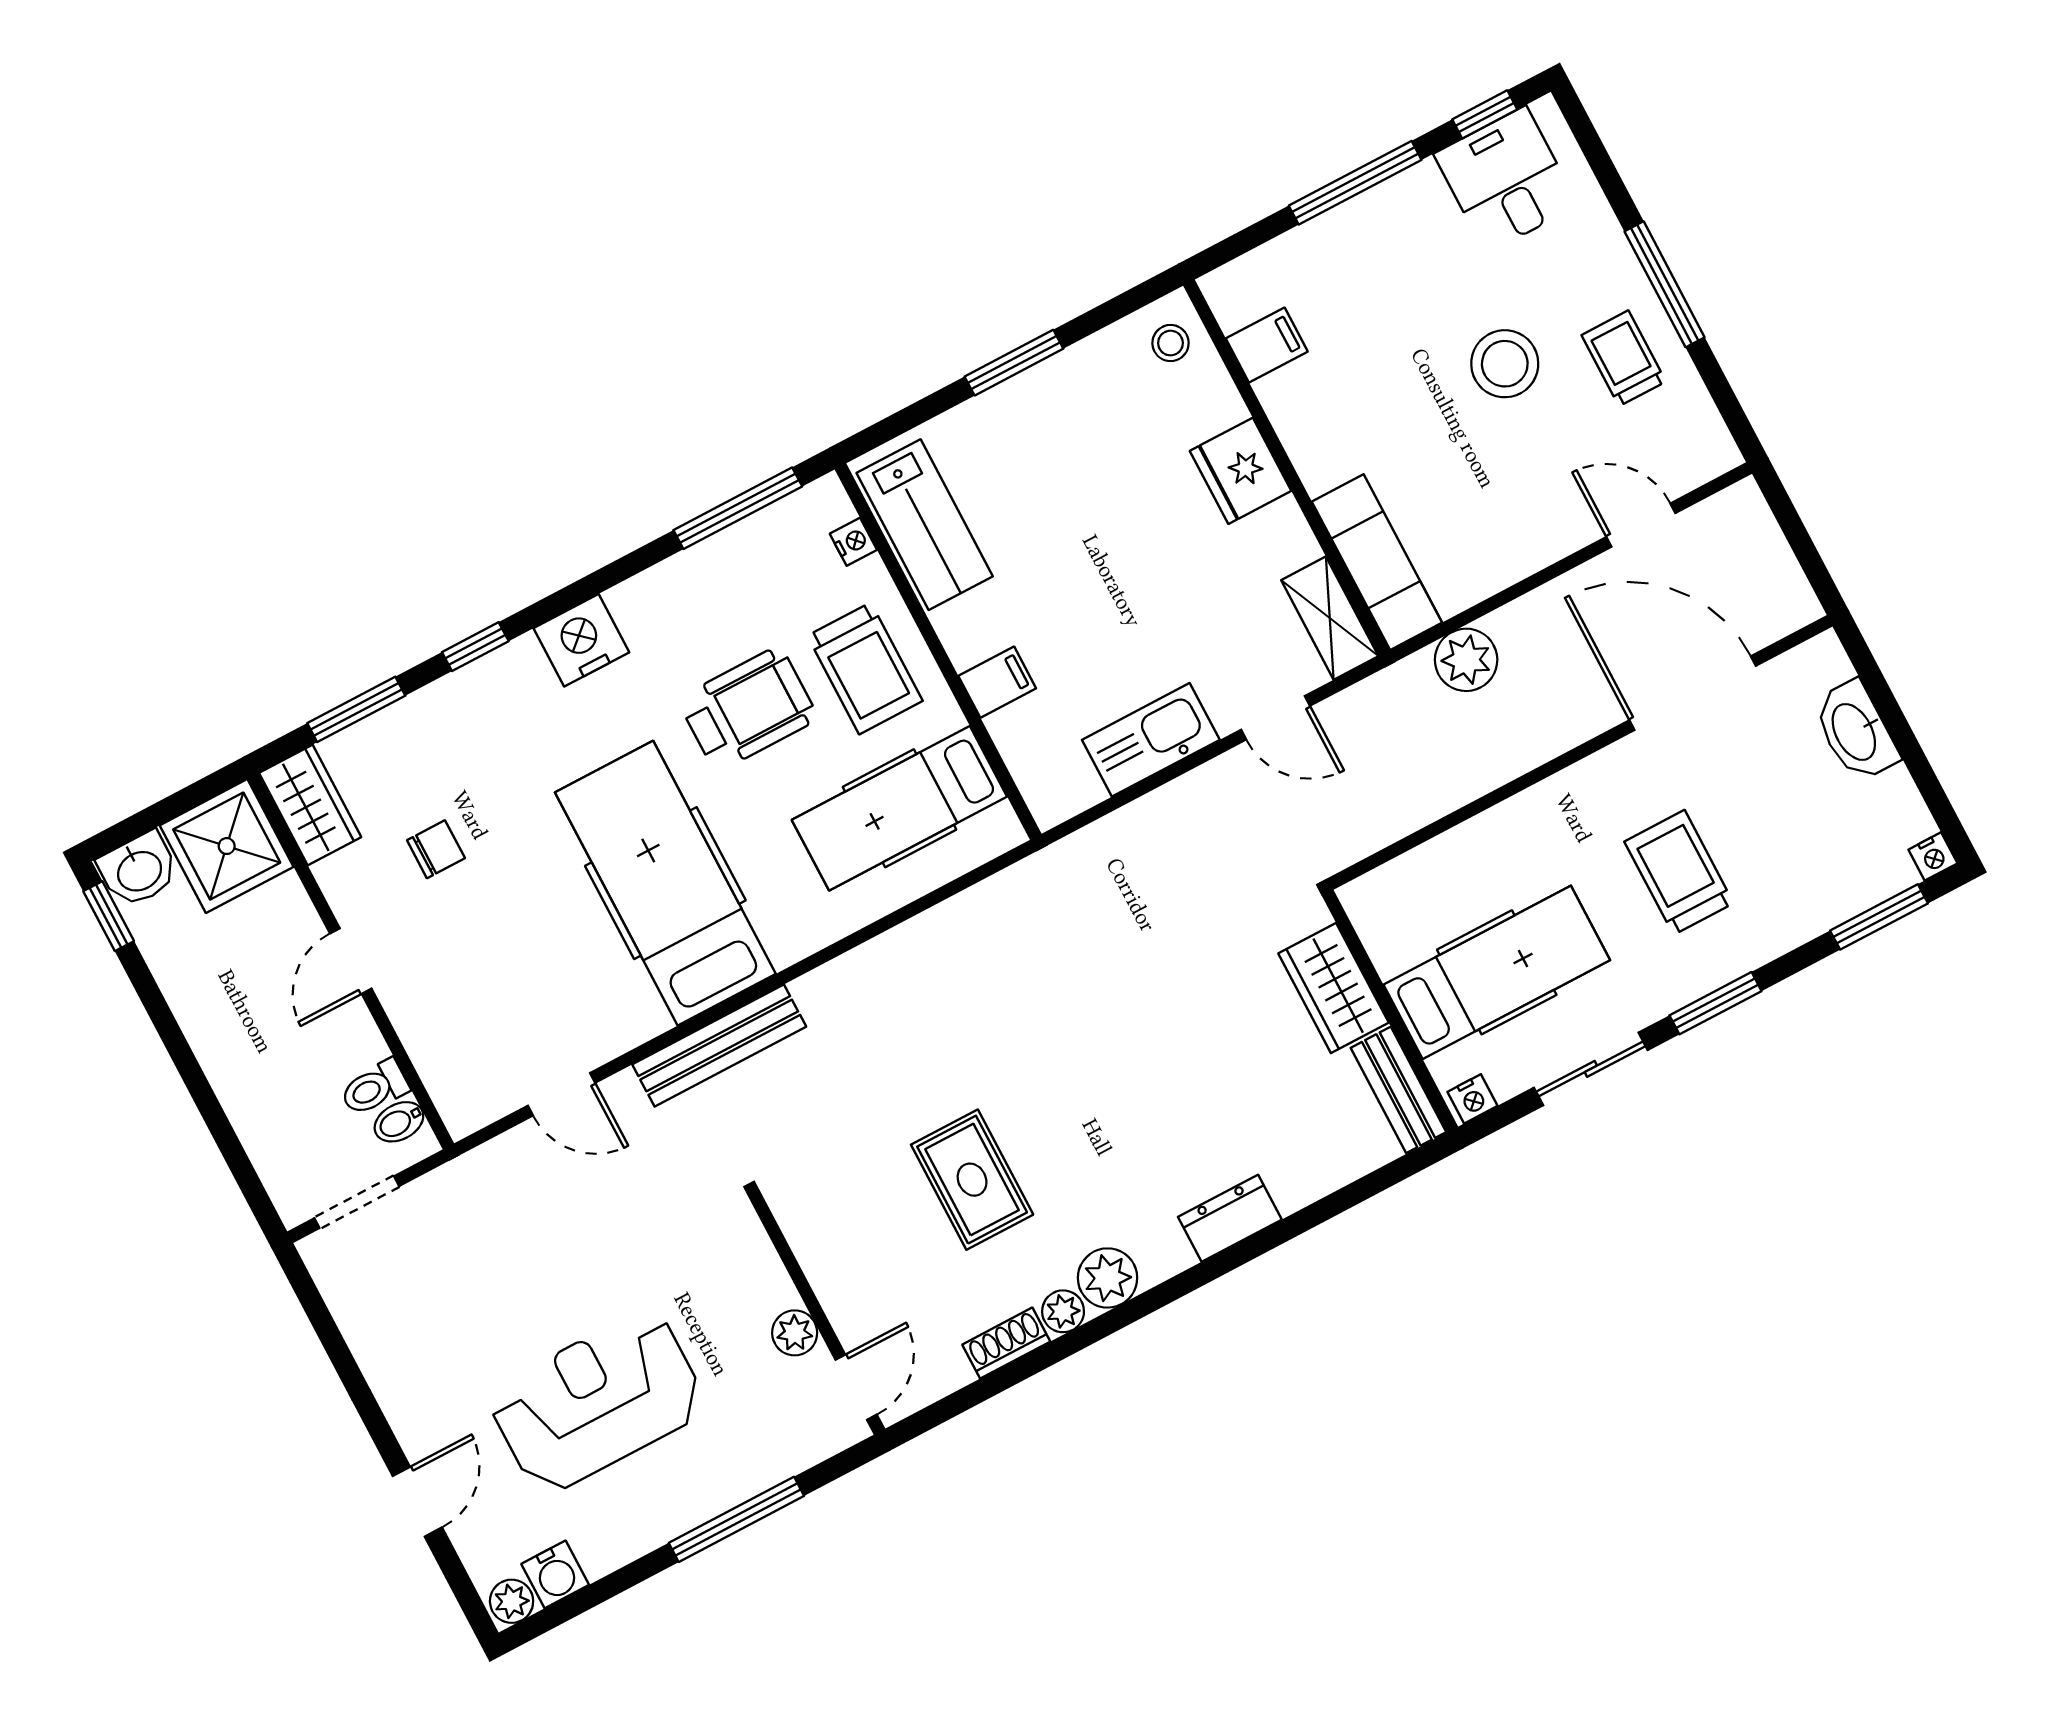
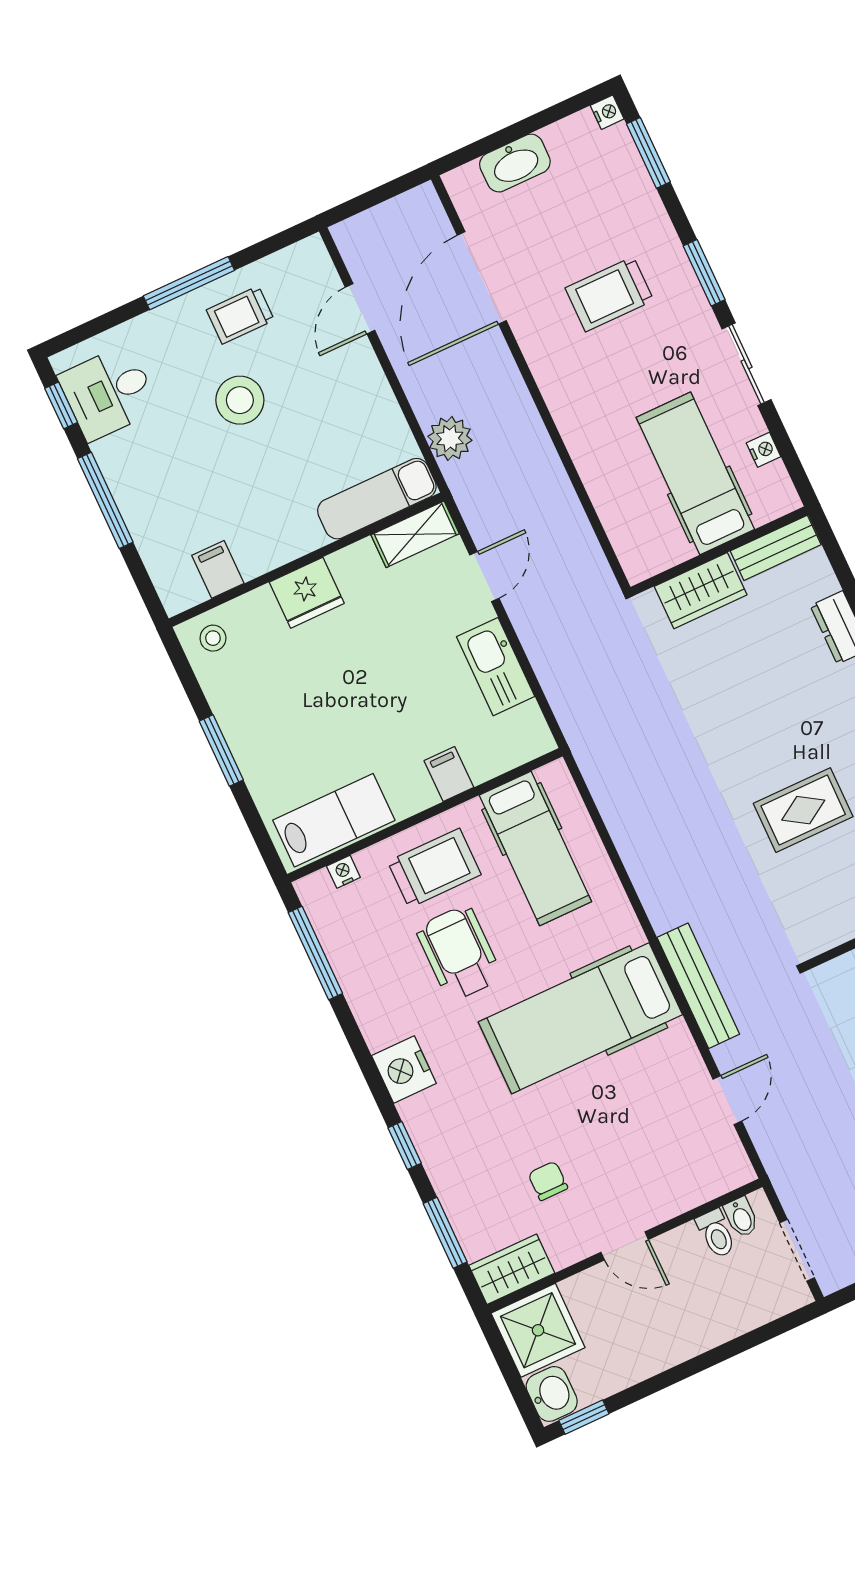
hospital bed: (1497, 972) -> (695, 473), moved
wardrobe: (1333, 988) -> (701, 591), moved
wall: (1390, 1011) -> (719, 551), moved
bench: (1398, 1090) -> (776, 548), moved

